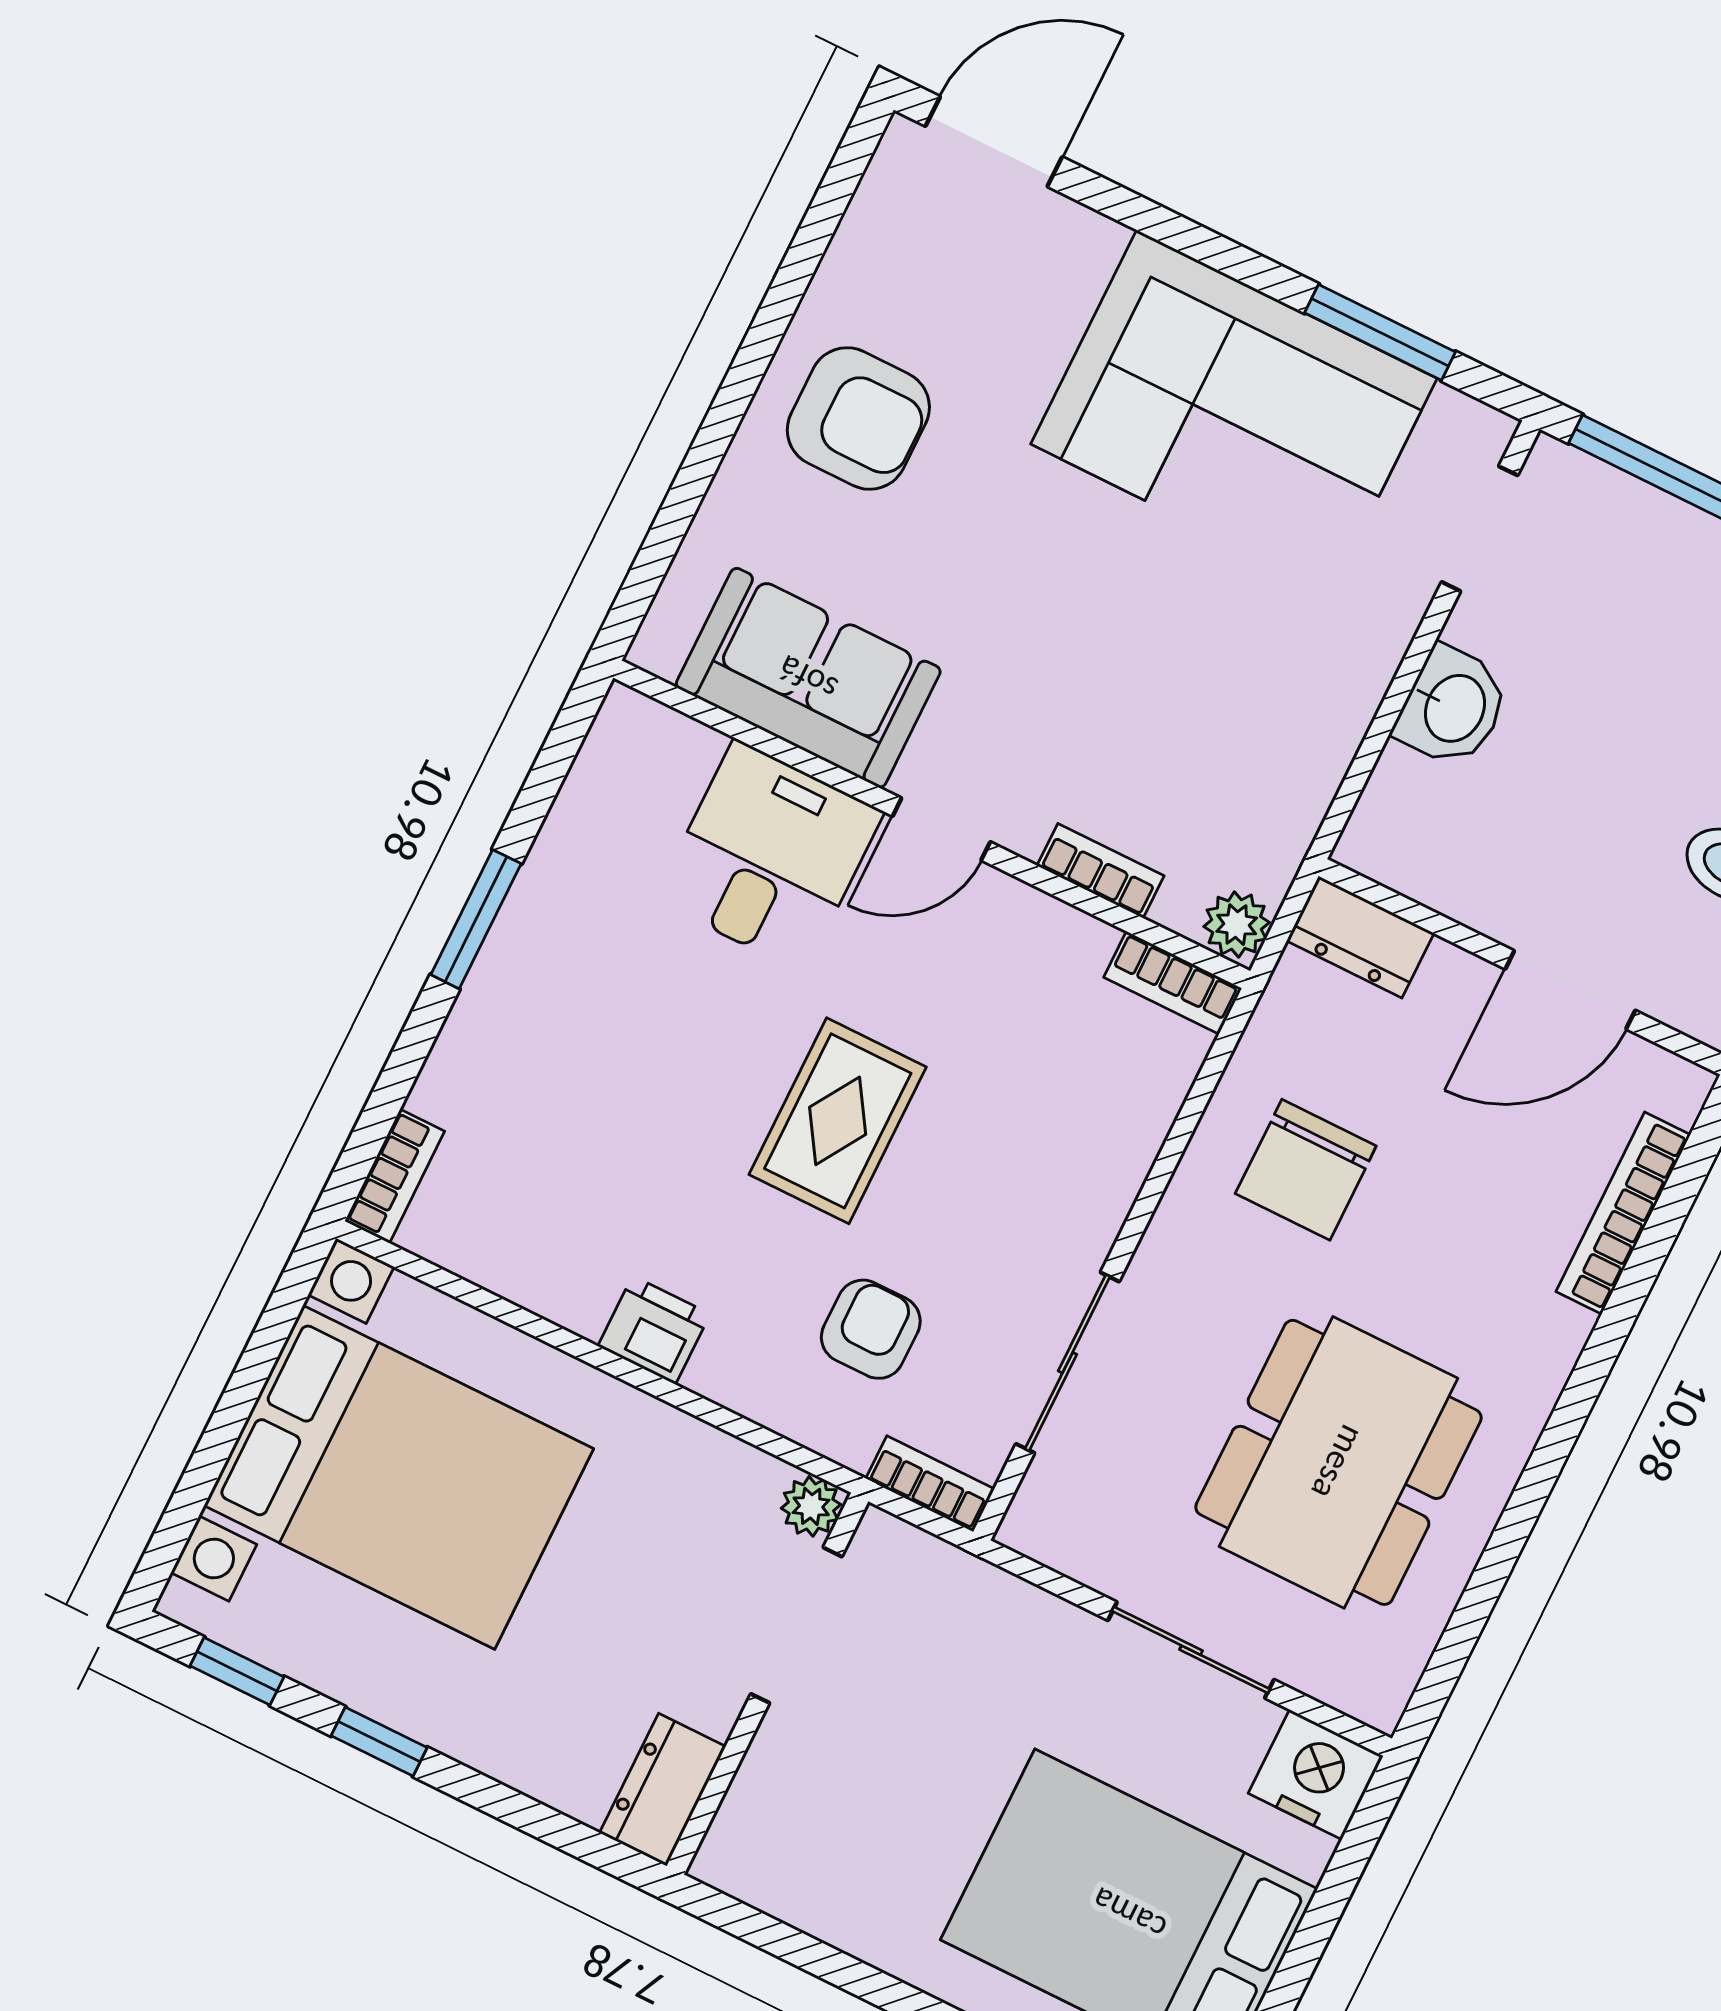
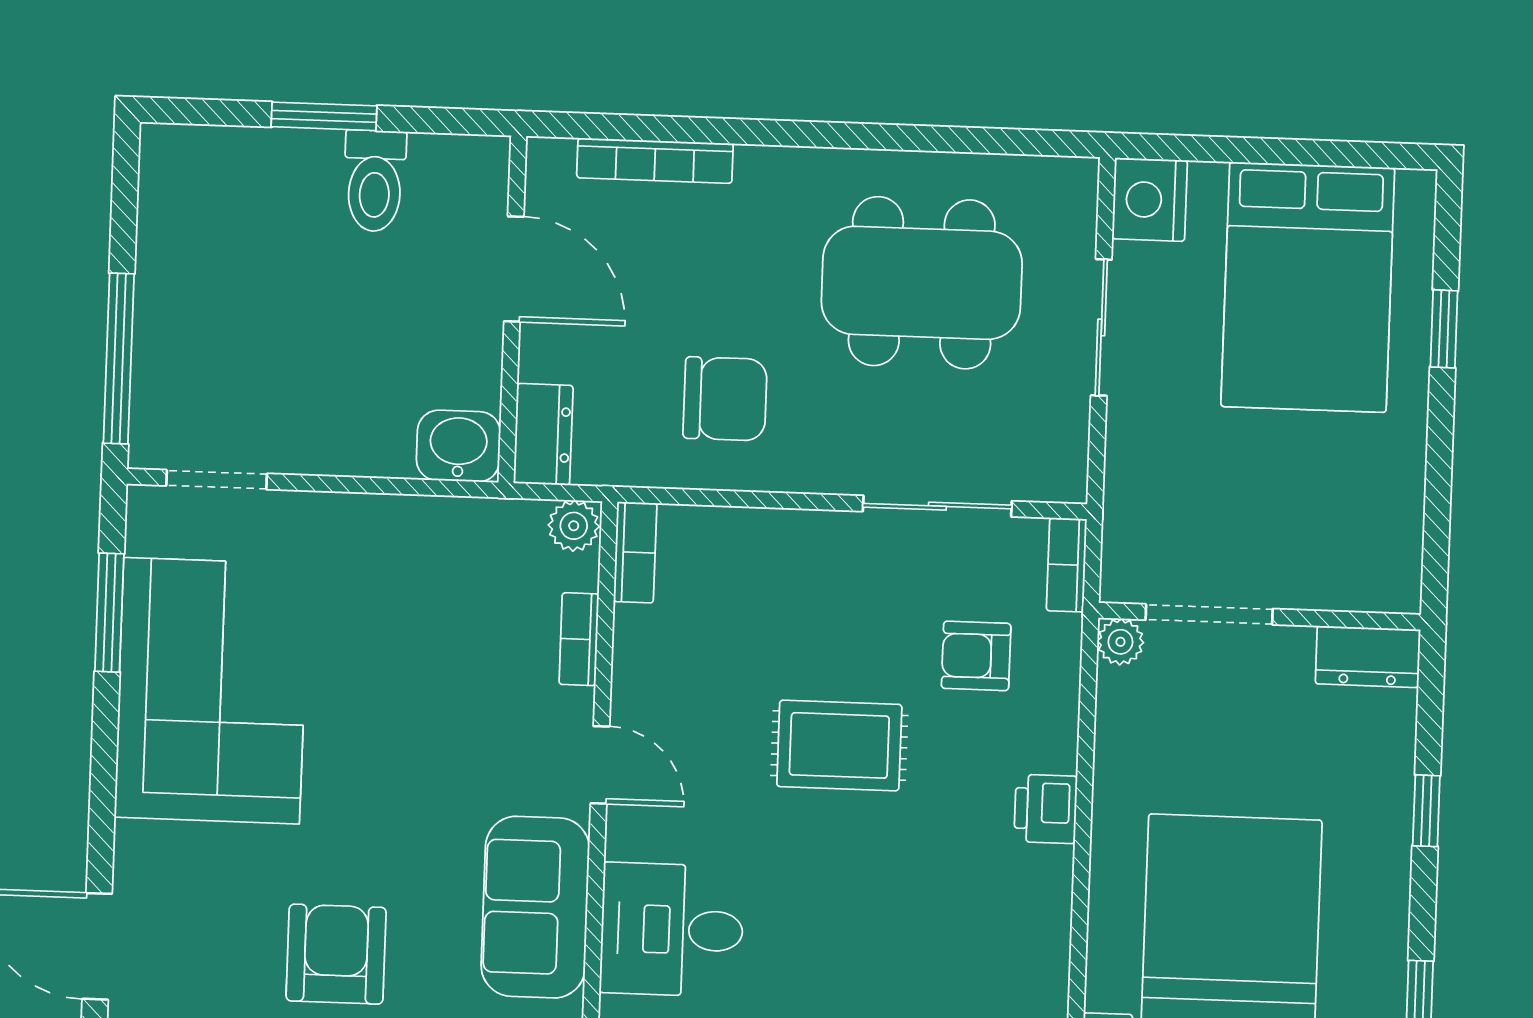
washbasin: (1453, 707) -> (458, 446), moved
desk: (769, 856) -> (672, 930), moved
window: (379, 1742) -> (1426, 811), moved

